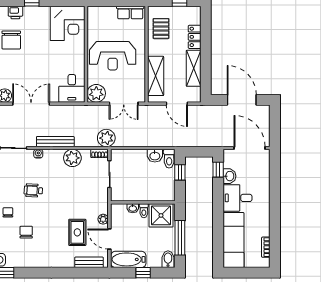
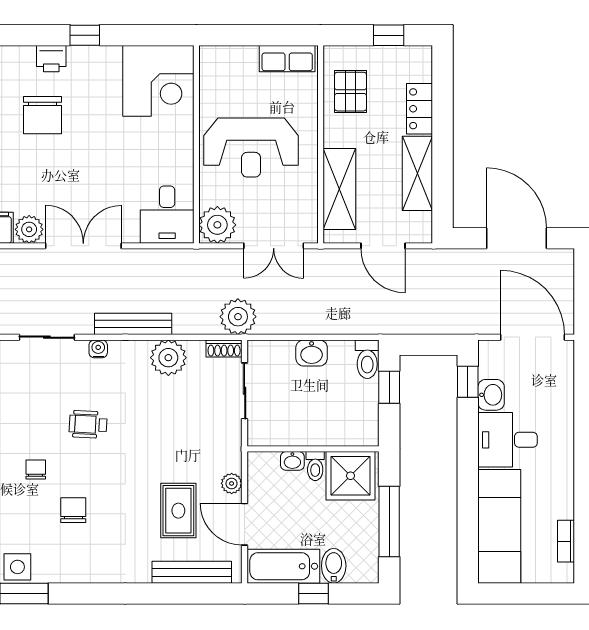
washbasin: (155, 156) -> (312, 353), moved
bidet: (168, 259) -> (334, 566), moved
bench: (89, 262) -> (192, 572), width x1.36

